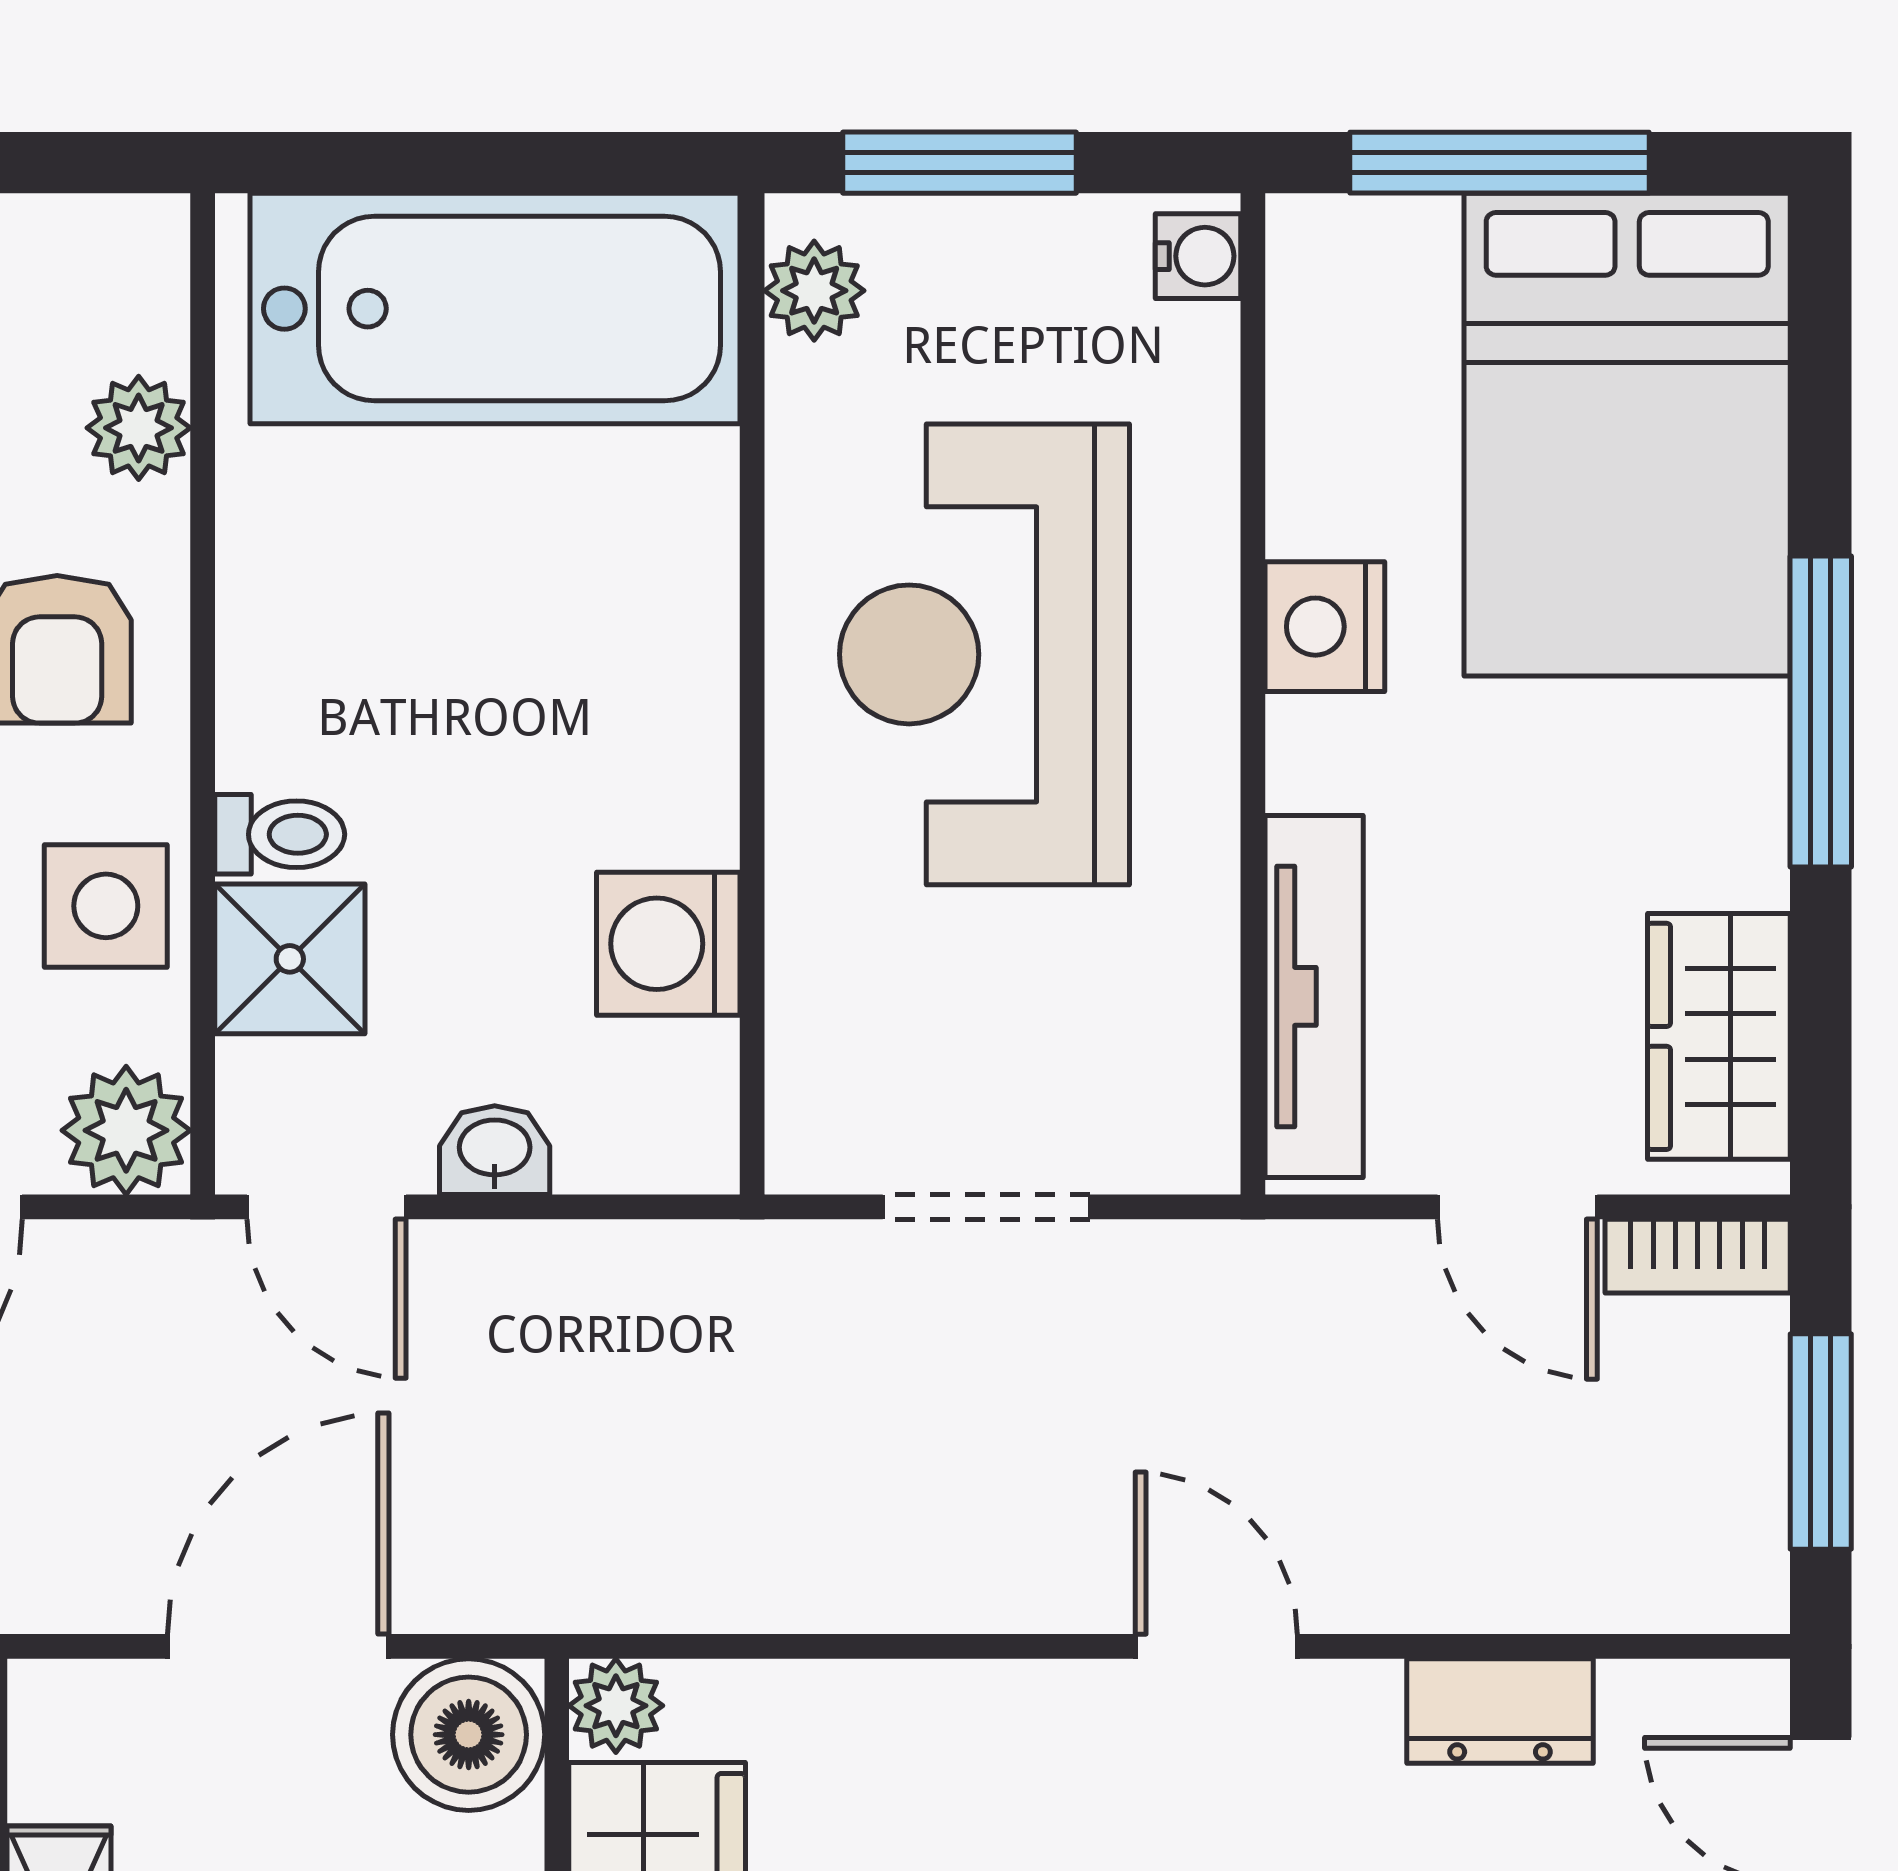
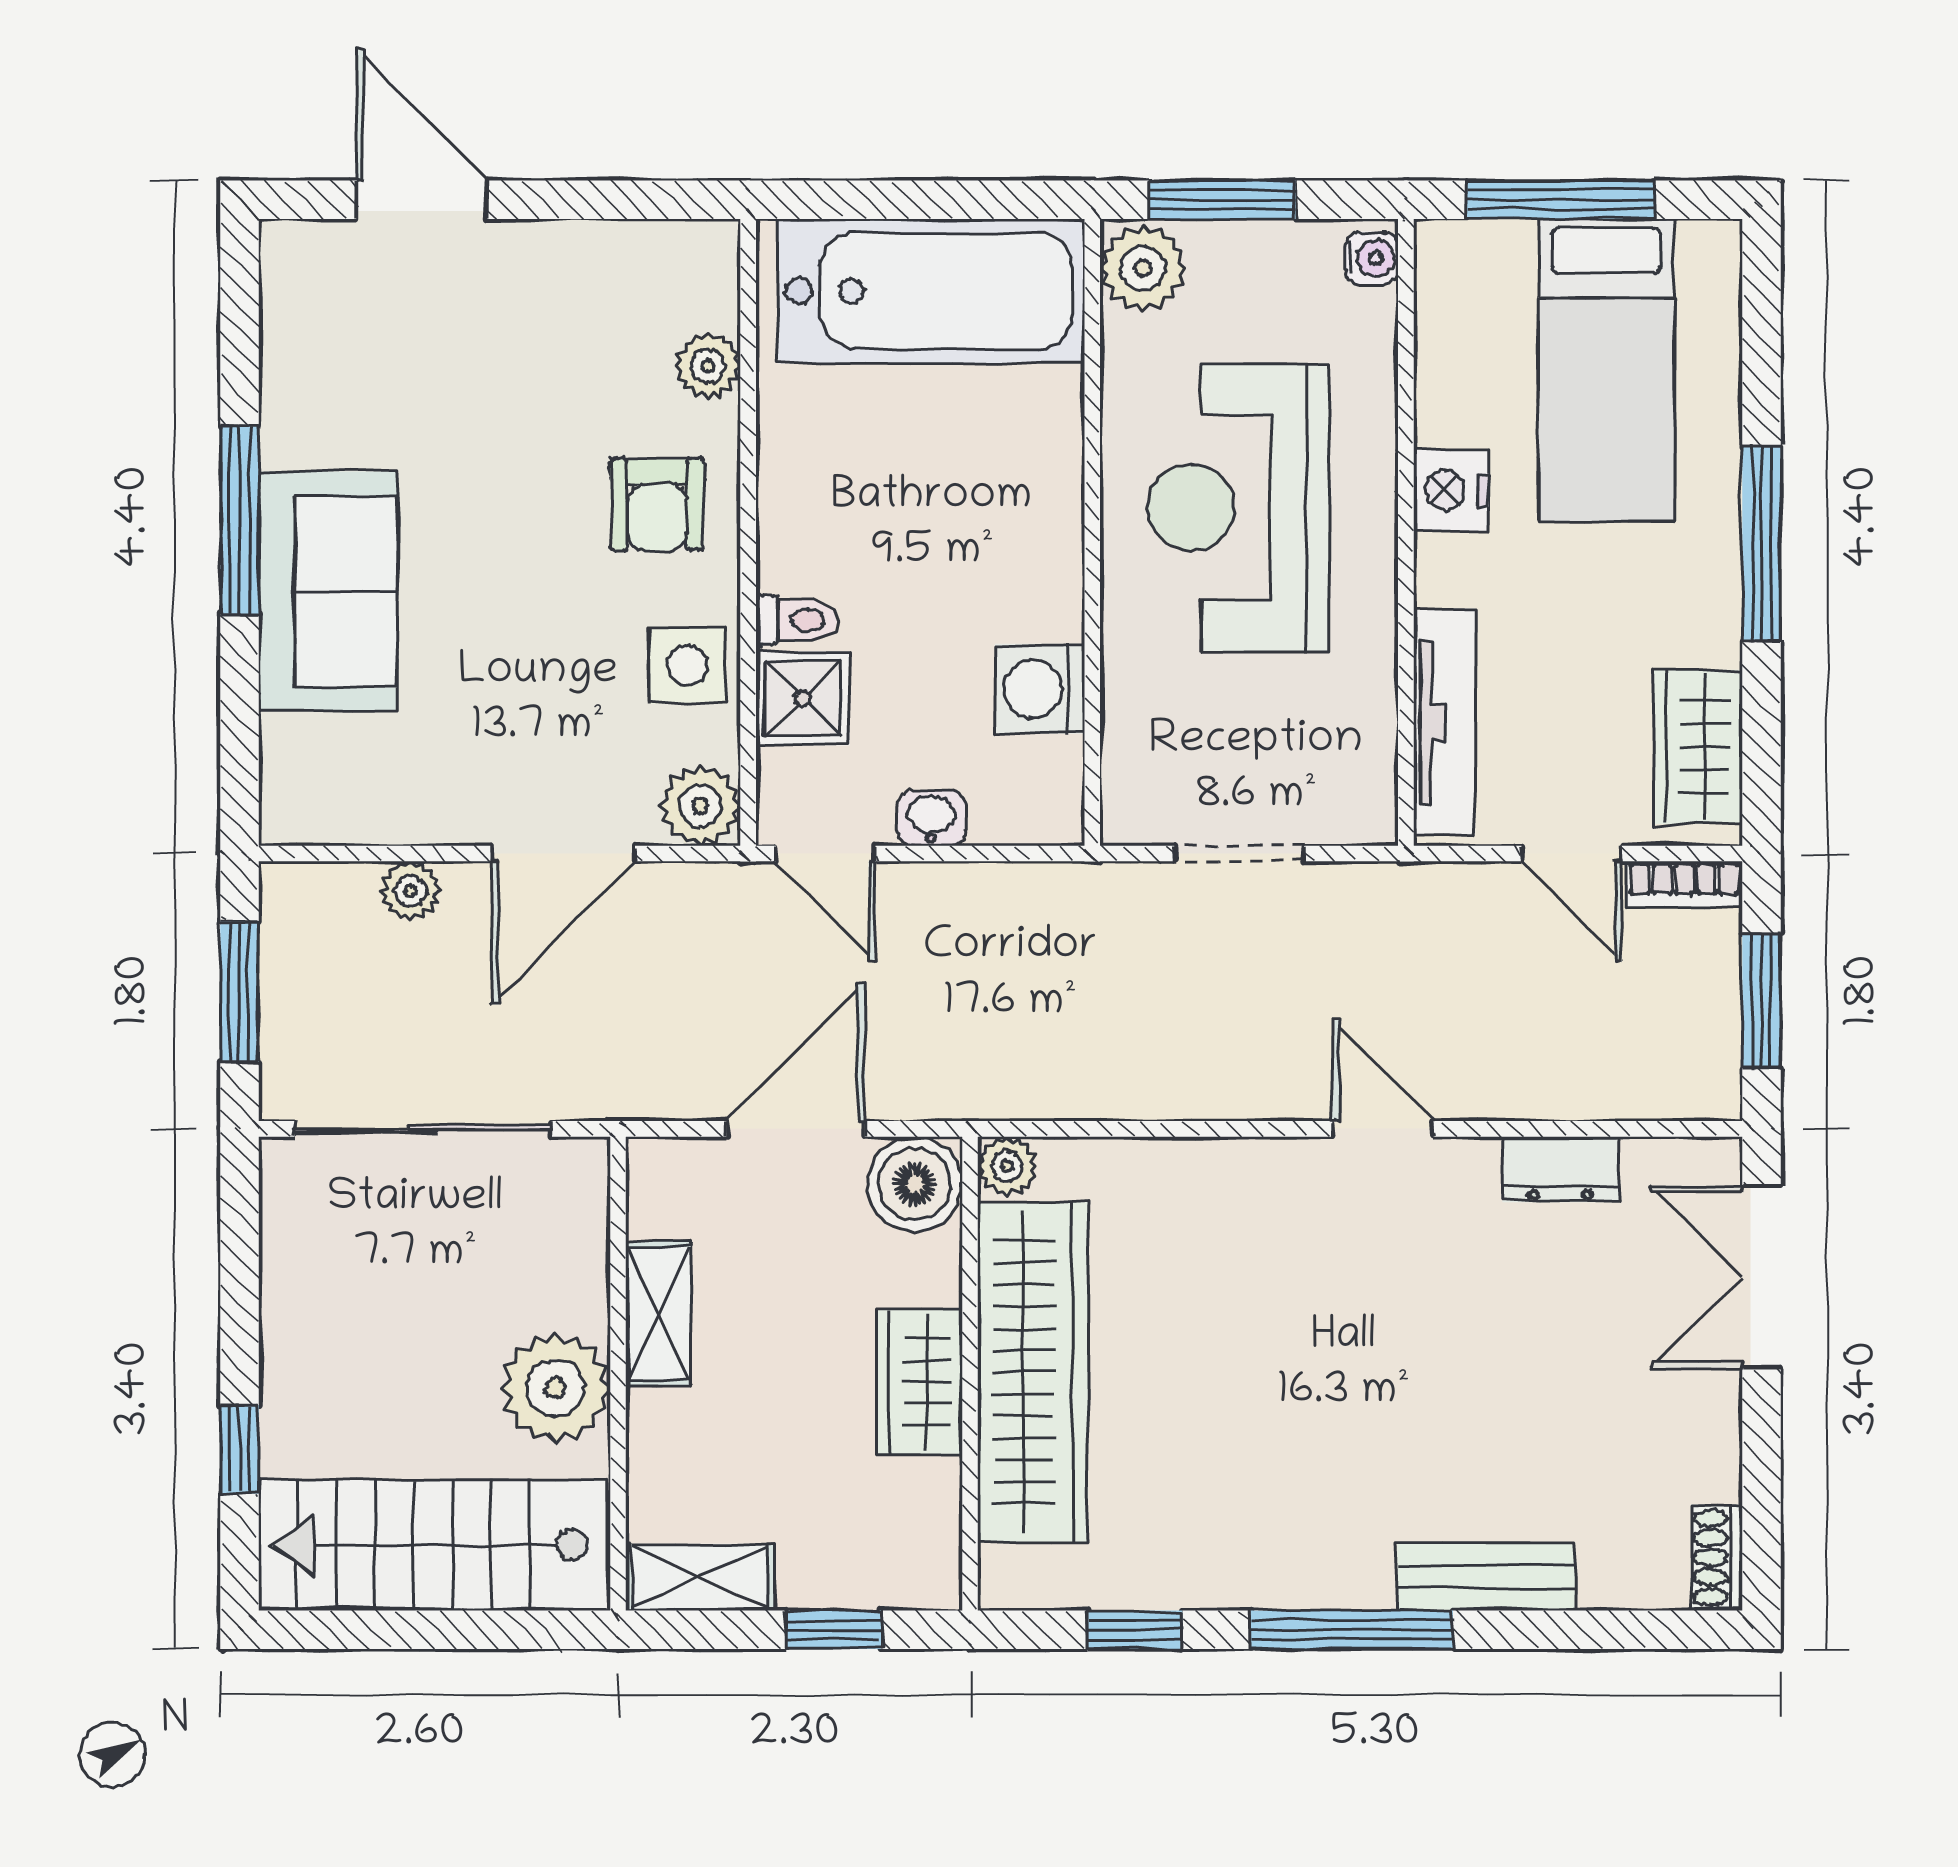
plant: (814, 291) -> (1143, 268), width x1.38, depth x1.38
bed: (1627, 435) -> (1606, 370), width x0.67

